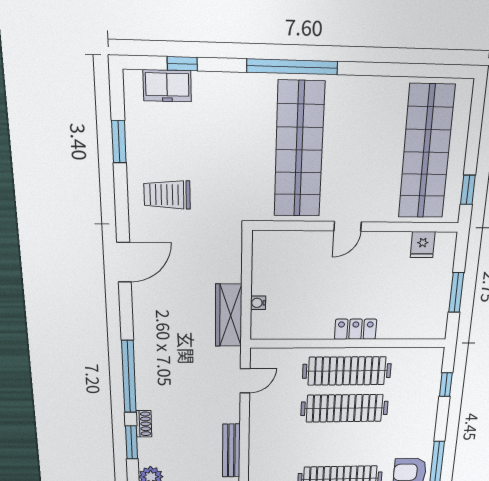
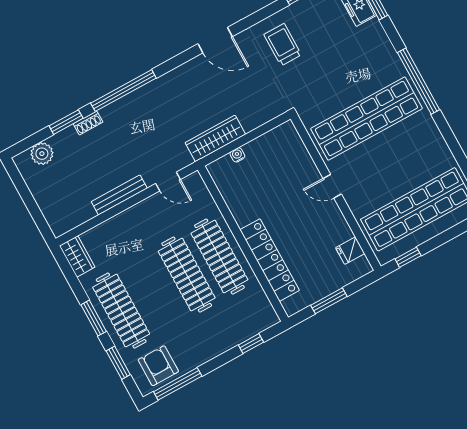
locker: (356, 329) -> (270, 260), width x2.16, depth x1.21
bench: (231, 451) -> (119, 195), moved

